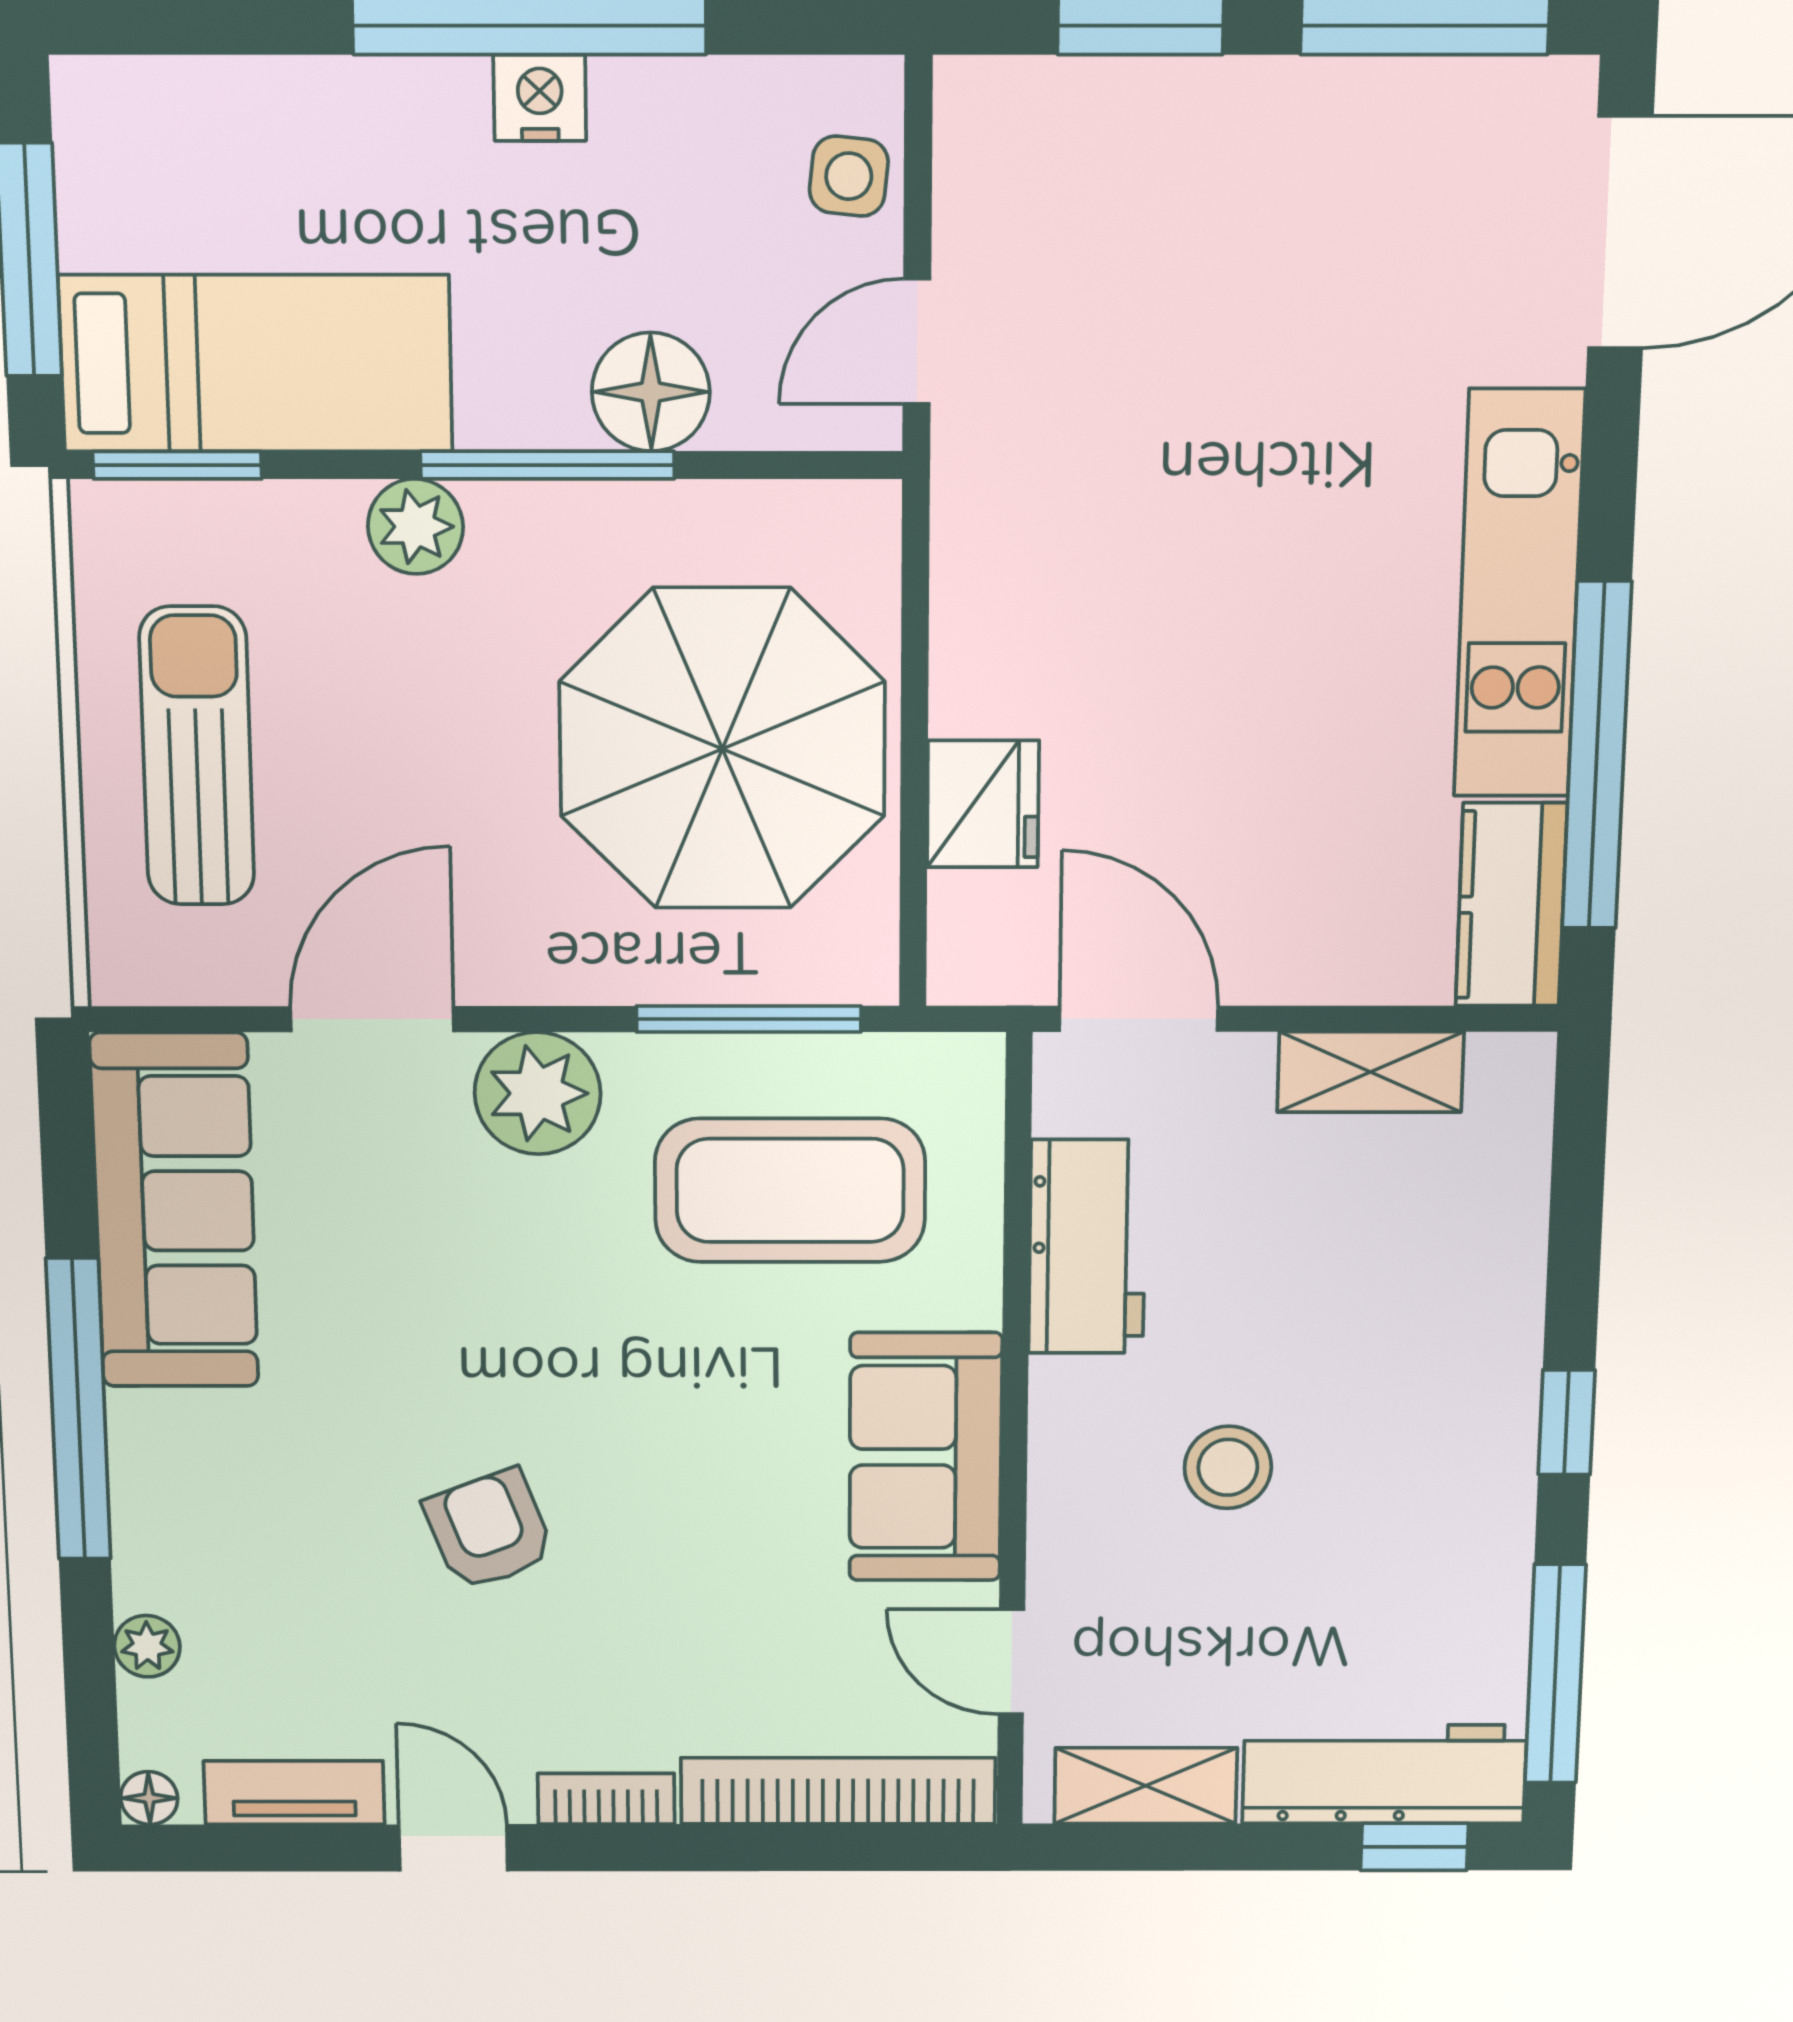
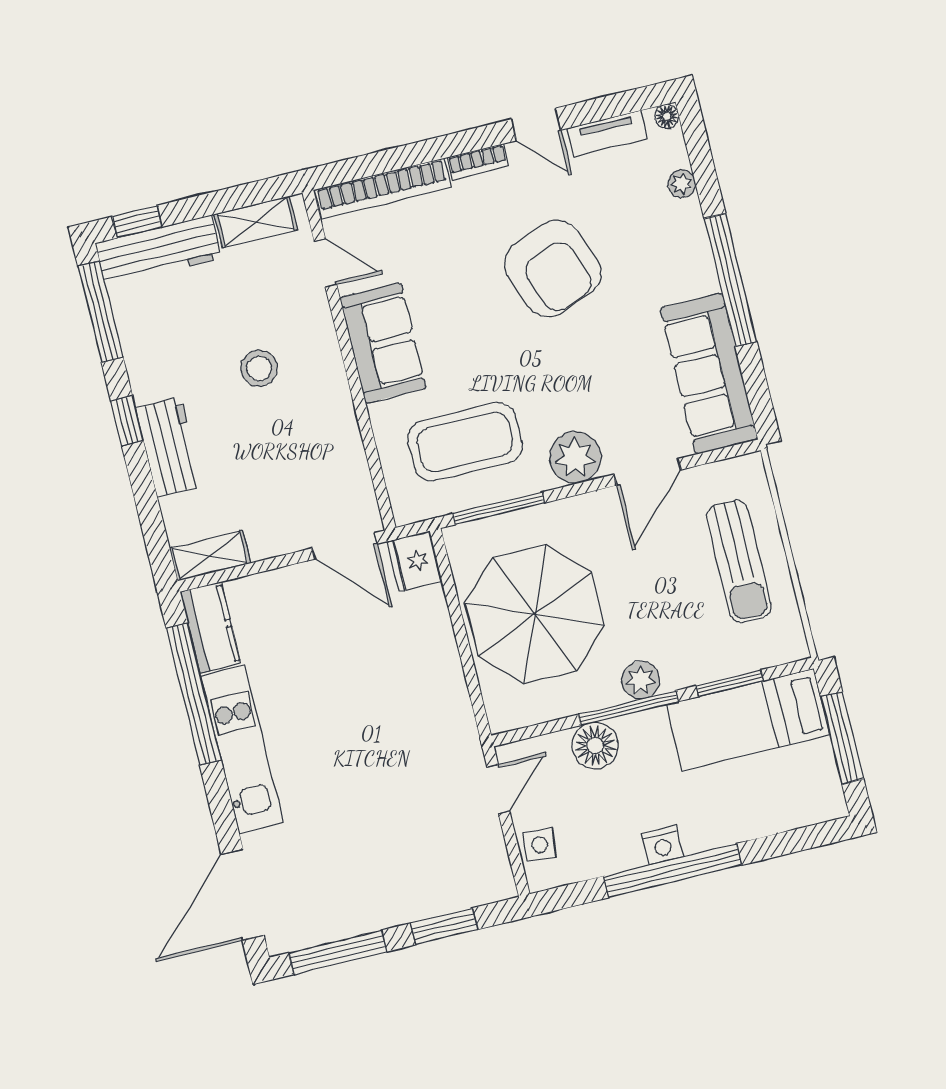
window: (177, 465) -> (730, 683), moved
plant: (415, 527) -> (641, 680), moved
fridge: (983, 804) -> (414, 561), moved
shelving: (1370, 1072) -> (210, 556), moved
workbench: (1087, 1247) -> (169, 447), moved, turned 180
armchair: (489, 1530) -> (553, 269), width x1.88, depth x1.88

